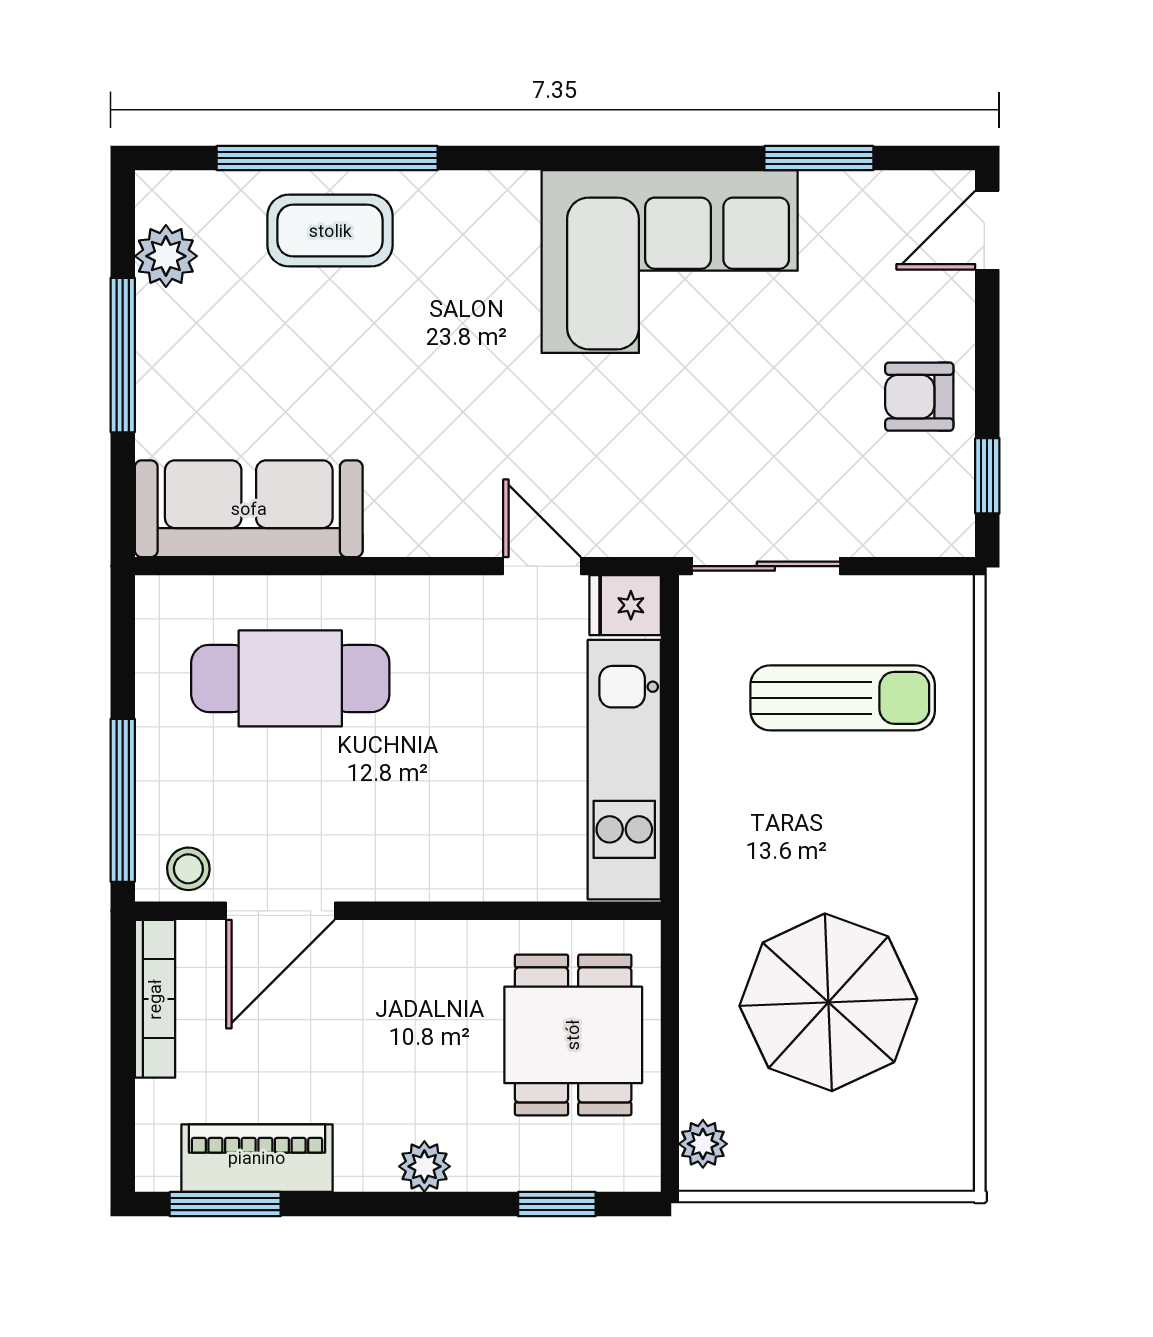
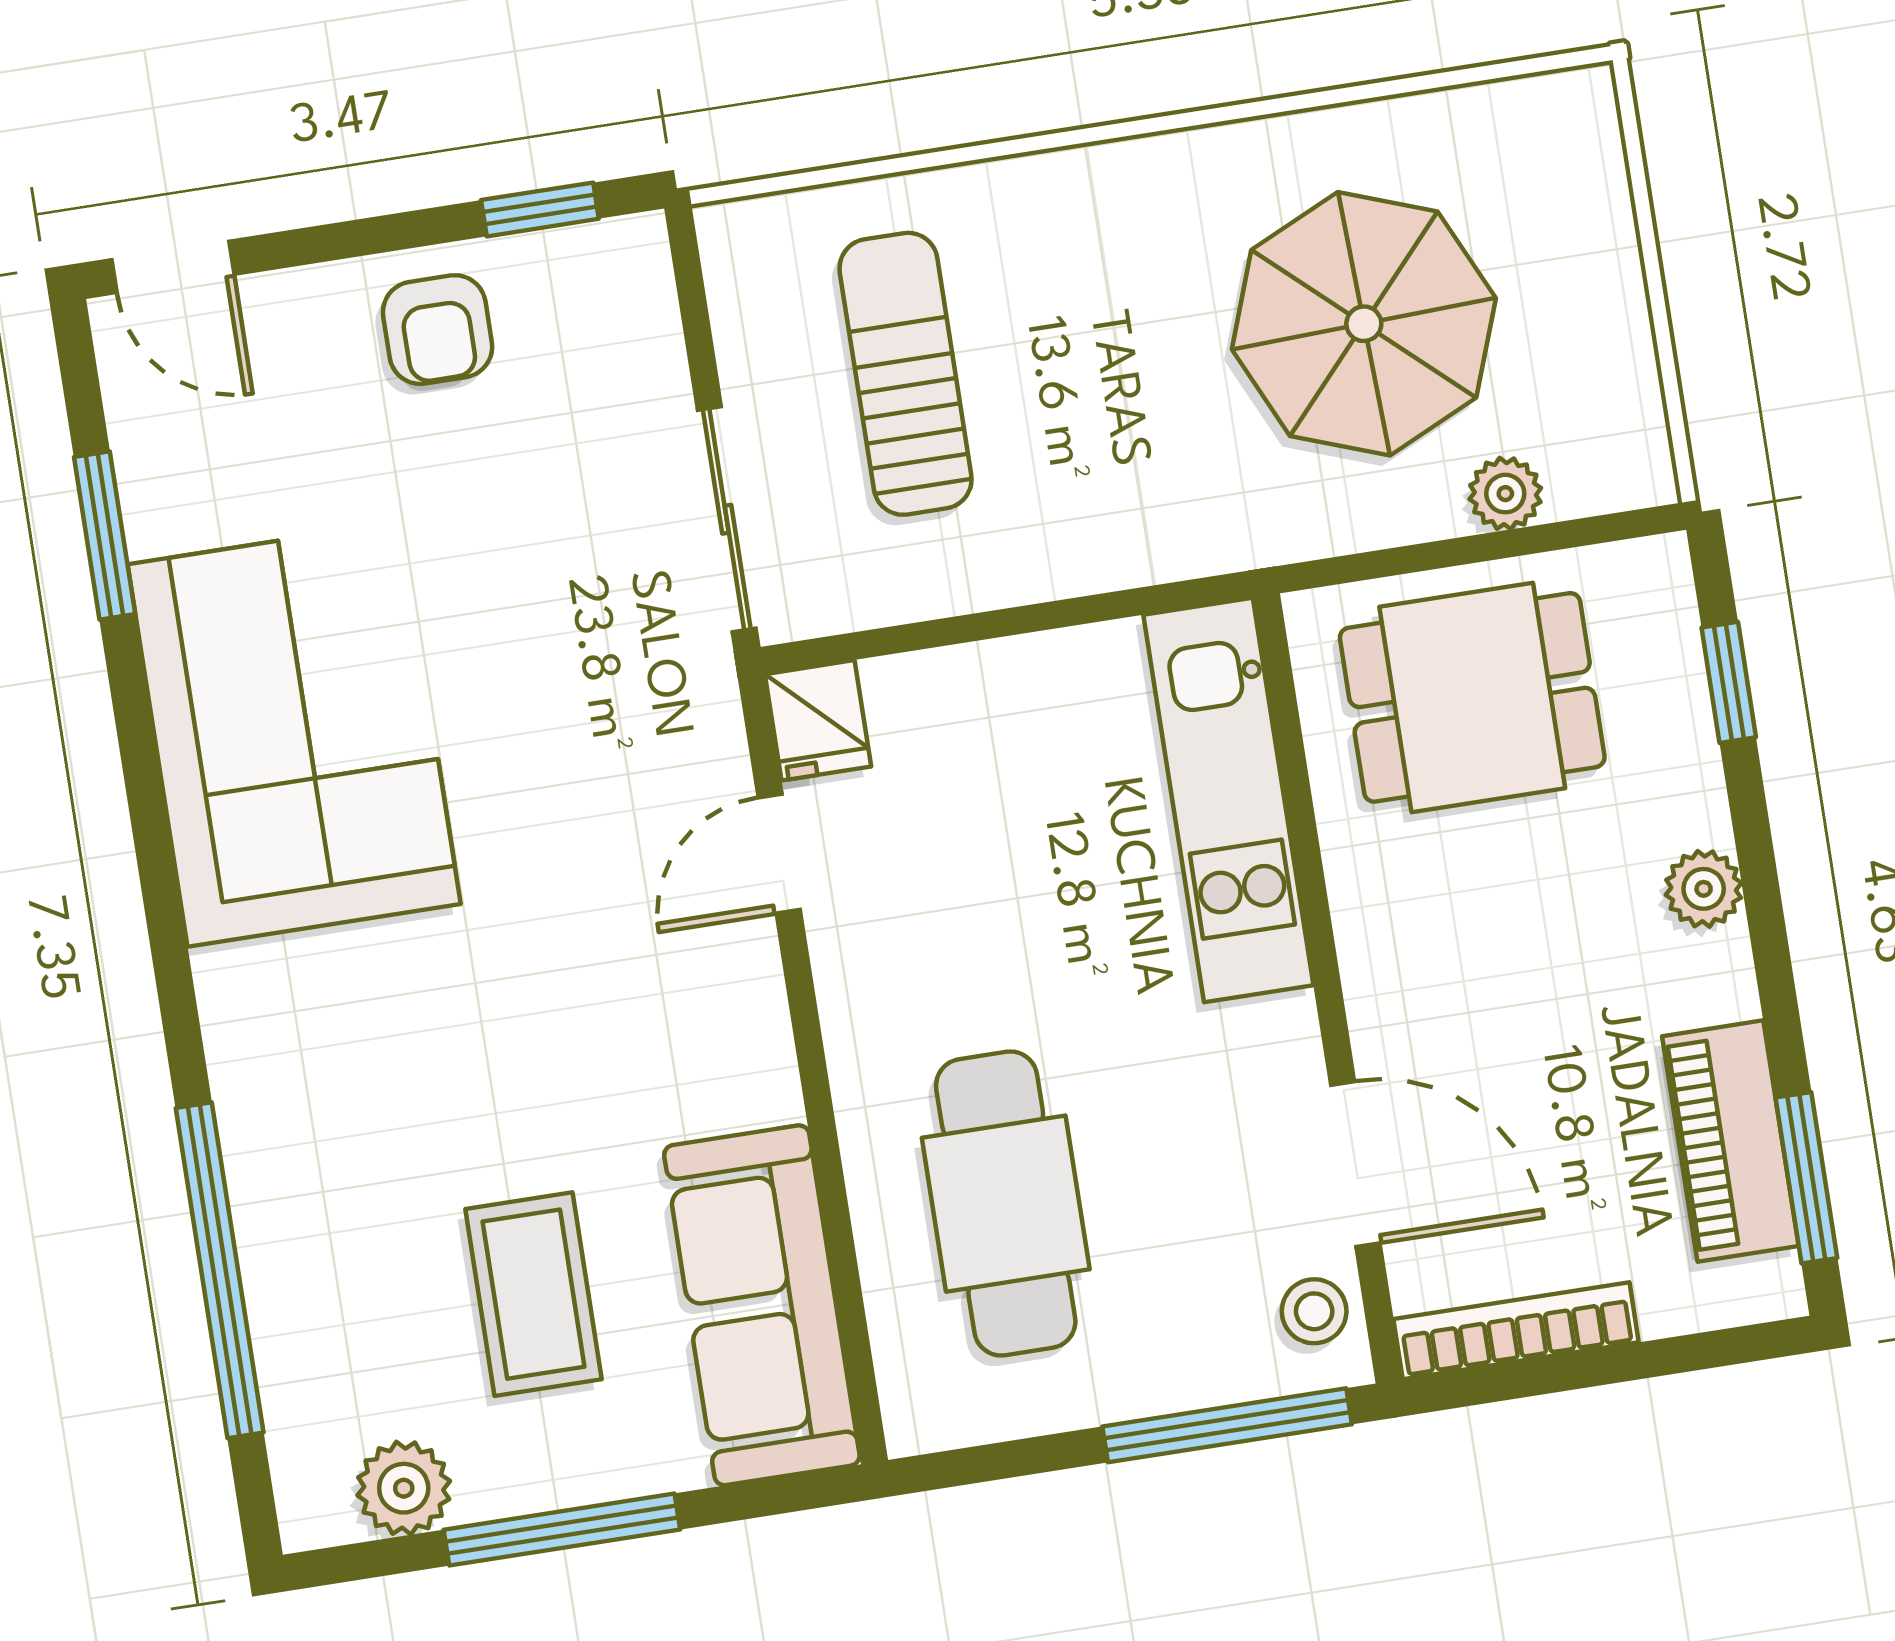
coffee table: (330, 231) -> (534, 1294), moved
kitchen unit: (624, 770) -> (1228, 800), moved, turned 90
plant: (703, 1144) -> (1505, 494), moved

